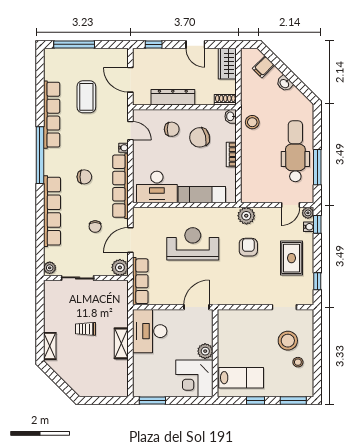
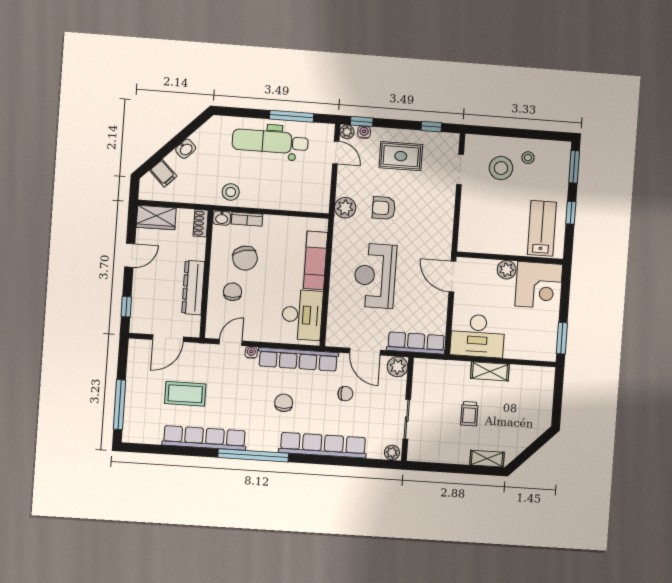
bookcase: (231, 155) -> (247, 219), moved

